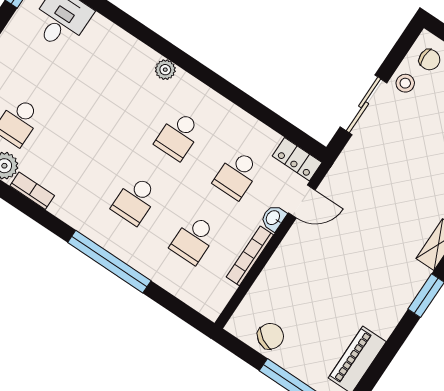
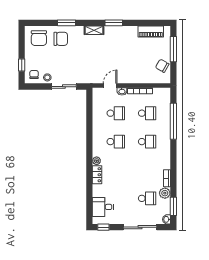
locker: (297, 159) -> (97, 175), moved
door: (302, 201) -> (110, 86), hinge flipped
window: (109, 262) -> (173, 121), moved

